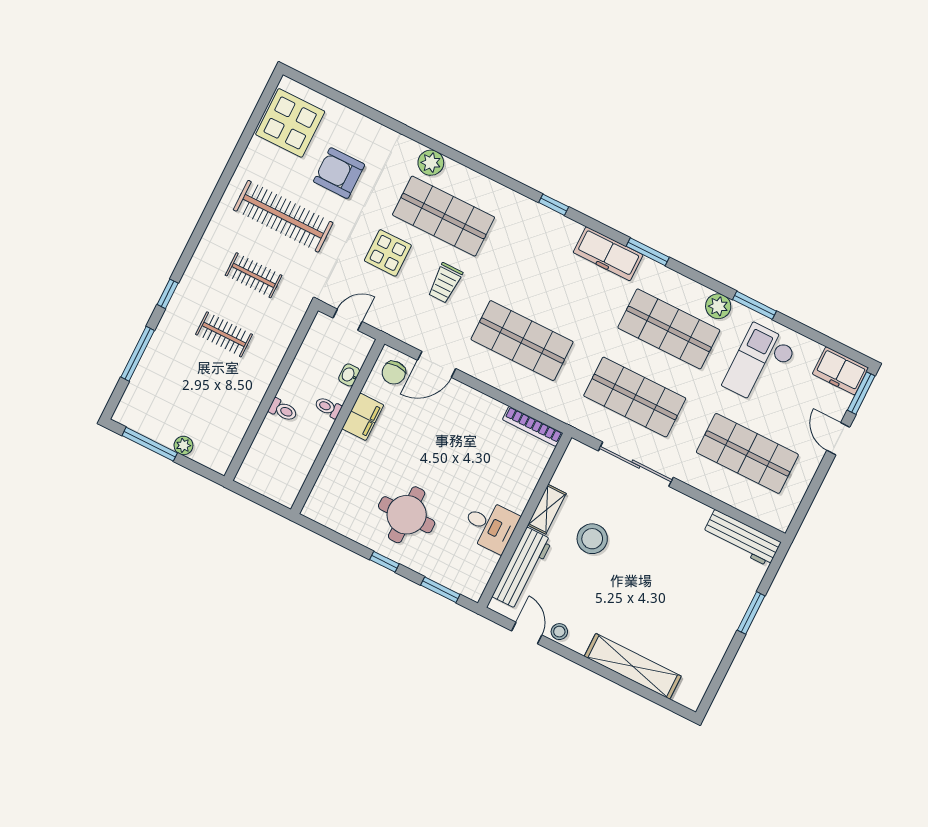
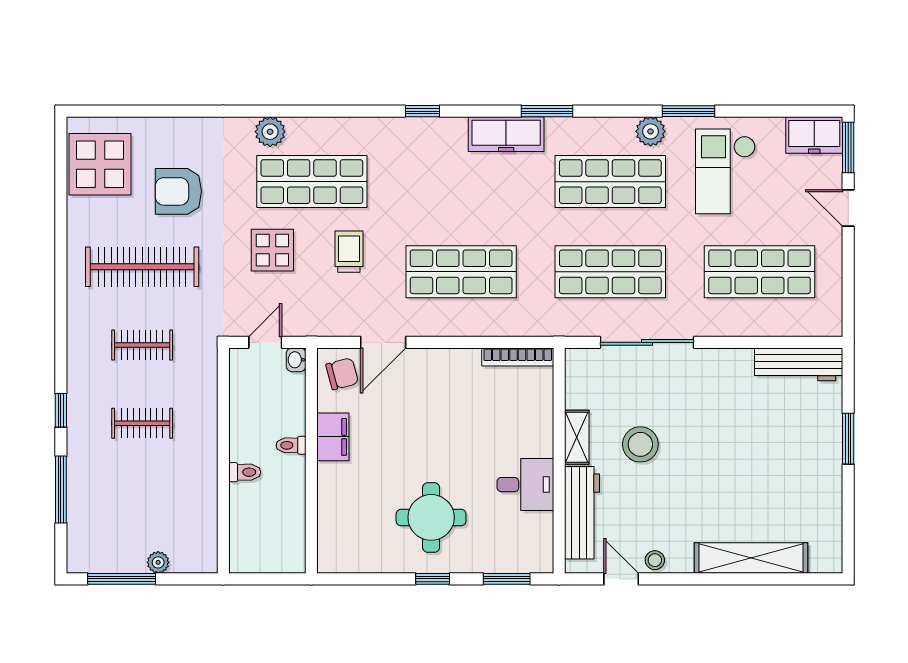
trolley: (445, 283) -> (349, 252), turned 180
chair: (394, 373) -> (342, 374), turned -105
washbasin: (349, 375) -> (296, 360), moved

